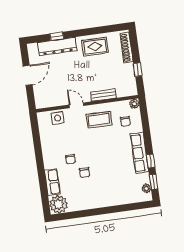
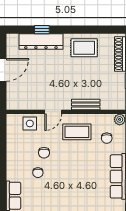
door: (76, 105) -> (53, 112), swing flipped
chair: (85, 173) -> (44, 153), moved

